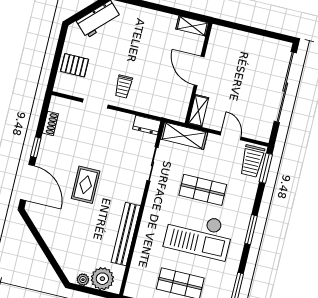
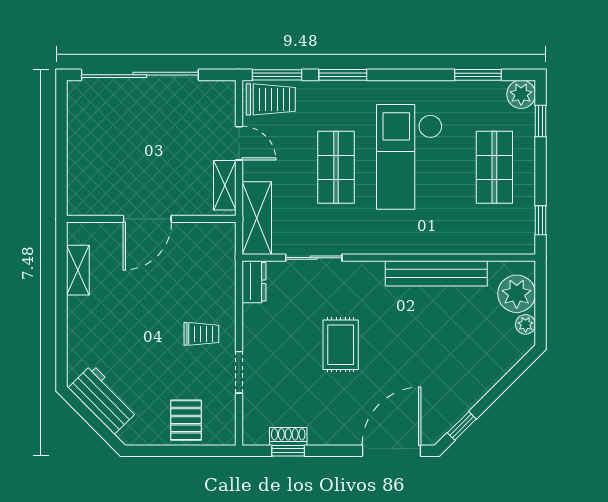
shelving: (192, 26) -> (78, 270), moved
shelving: (198, 111) -> (225, 185), moved, turned 90
door: (231, 136) -> (239, 143), swing flipped
window: (36, 147) -> (288, 451), moved
rug: (86, 185) -> (341, 345), moved, turned 90
window: (32, 228) -> (462, 426), added
window: (251, 230) -> (343, 75), moved
checkout: (199, 235) -> (409, 157), turned 180

